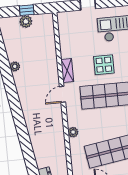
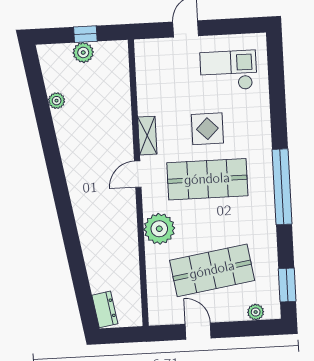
plant: (15, 66) -> (57, 101), moved
plant: (73, 132) -> (159, 229), width x1.88, depth x1.88

